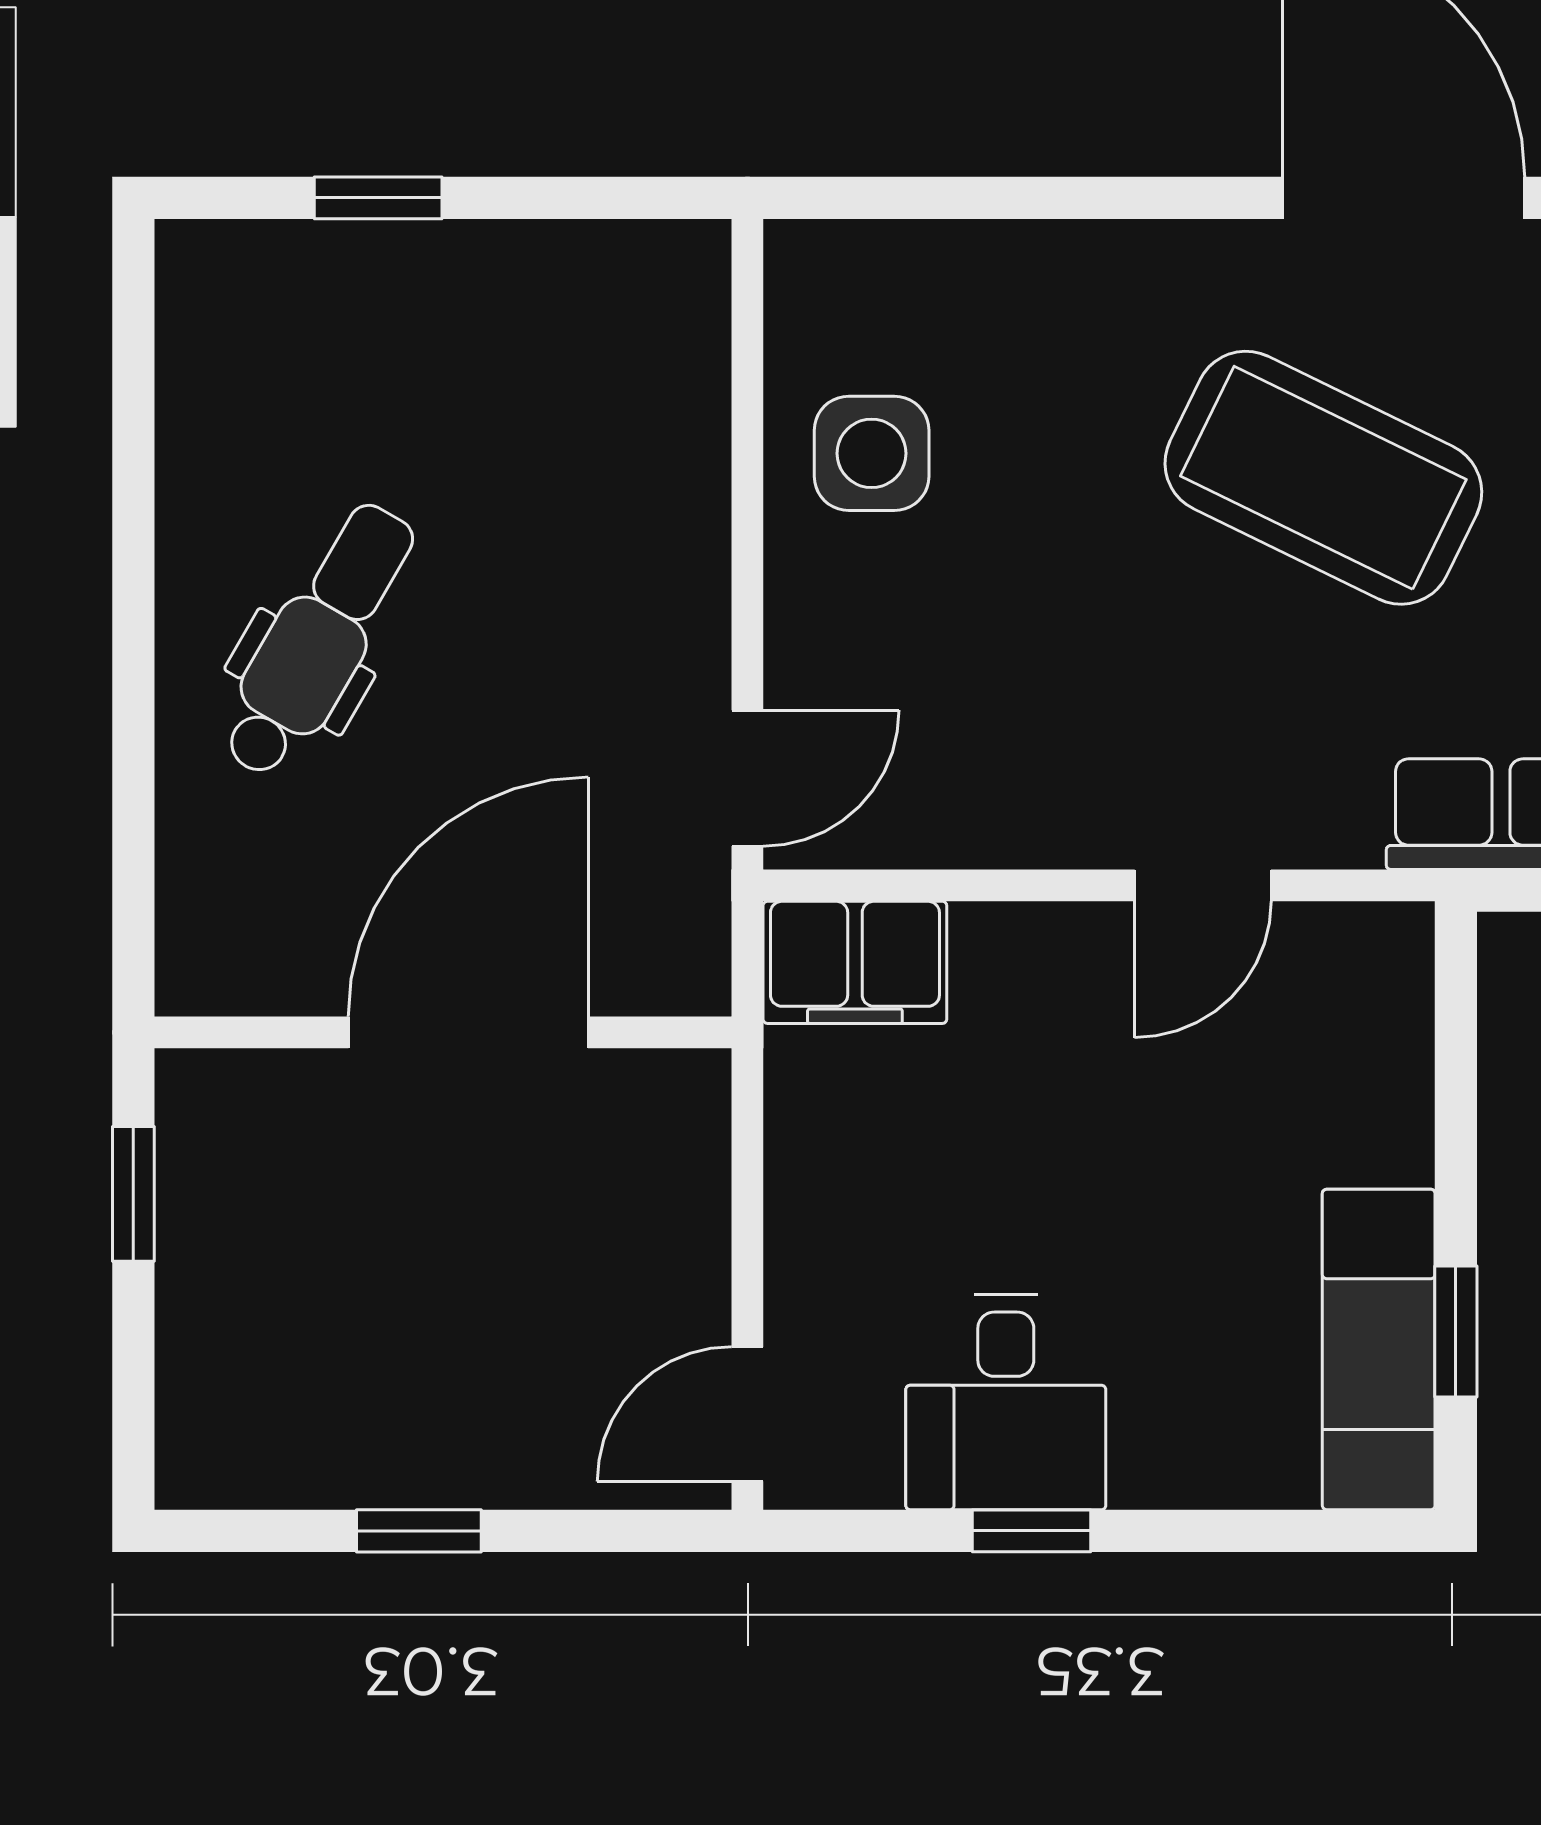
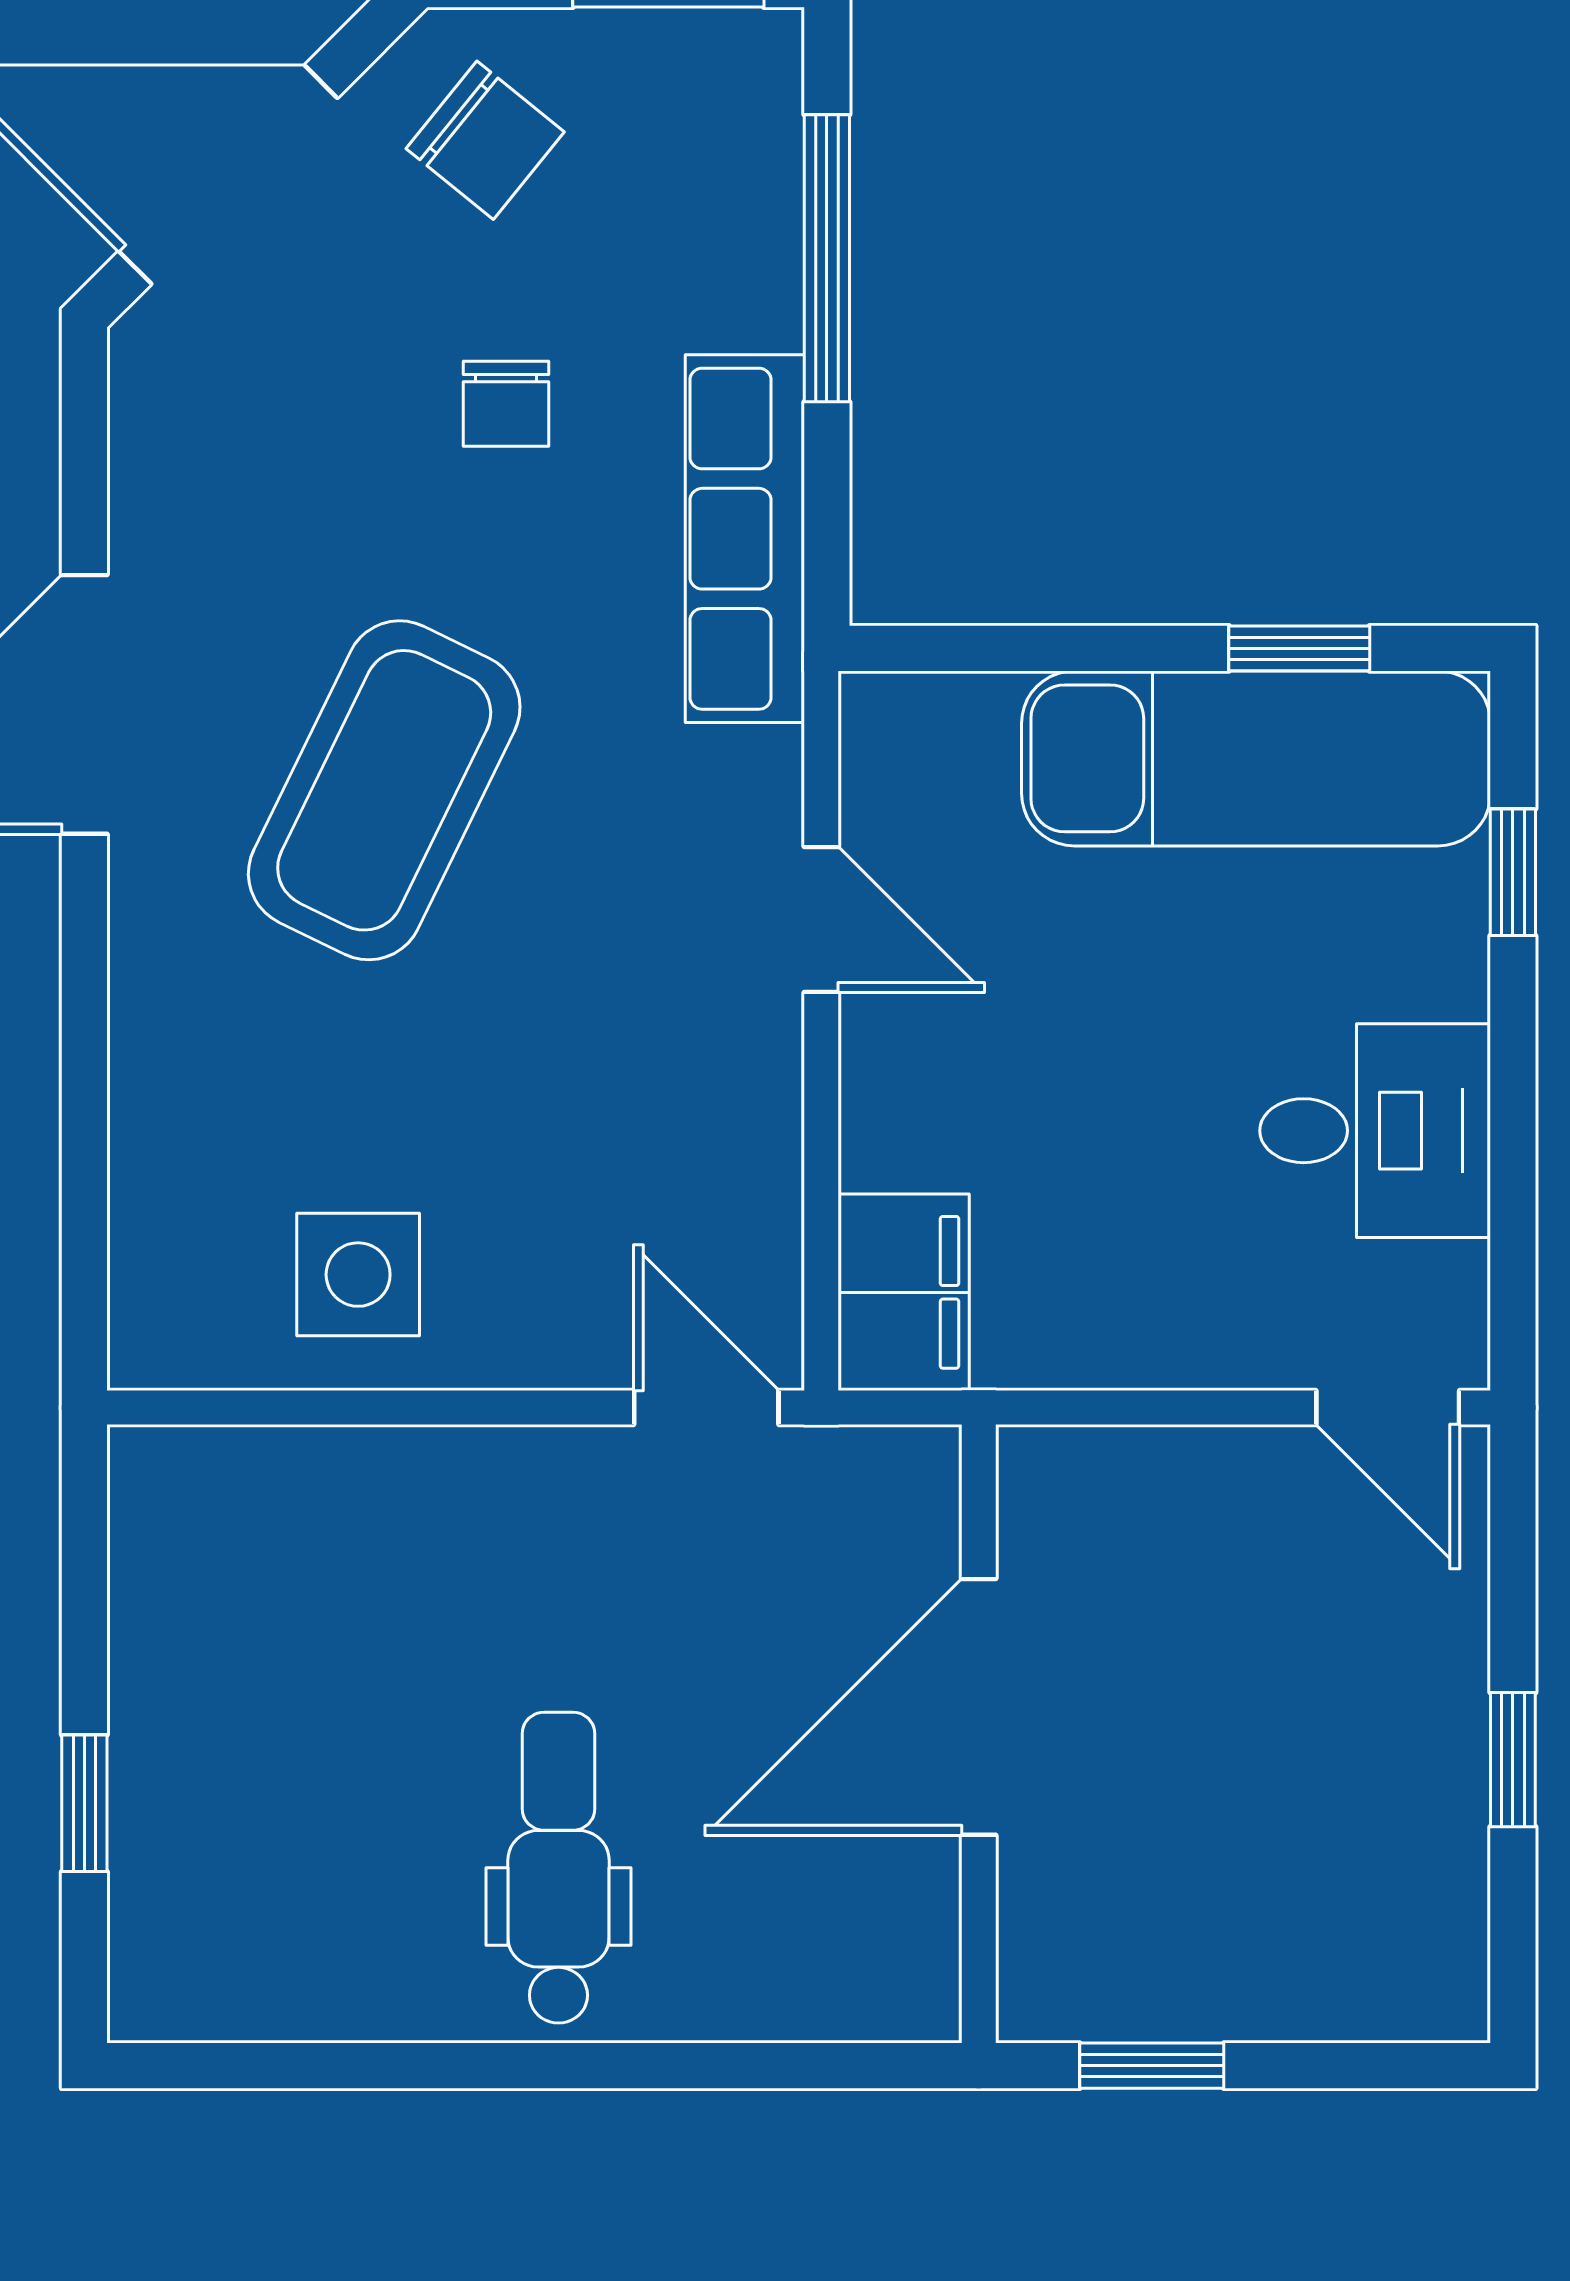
dental chair: (318, 640) -> (558, 1868), turned 60
door: (468, 1032) -> (979, 1707), hinge flipped
exam couch: (1379, 1349) -> (1256, 758), width x1.36, depth x1.45
window: (1031, 1531) -> (1513, 872), moved

